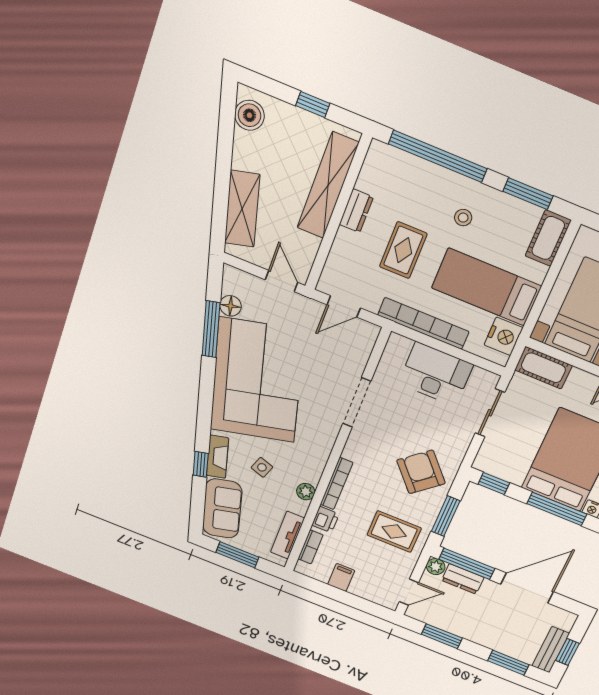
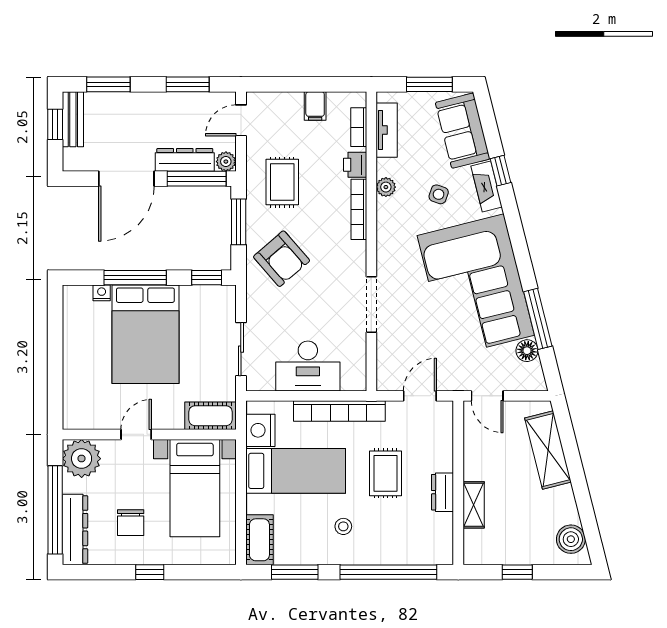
shelving: (328, 185) -> (474, 505), width x0.45, depth x0.75
rug: (394, 532) -> (282, 182), turned 90
dresser: (463, 579) -> (185, 160), width x1.44

